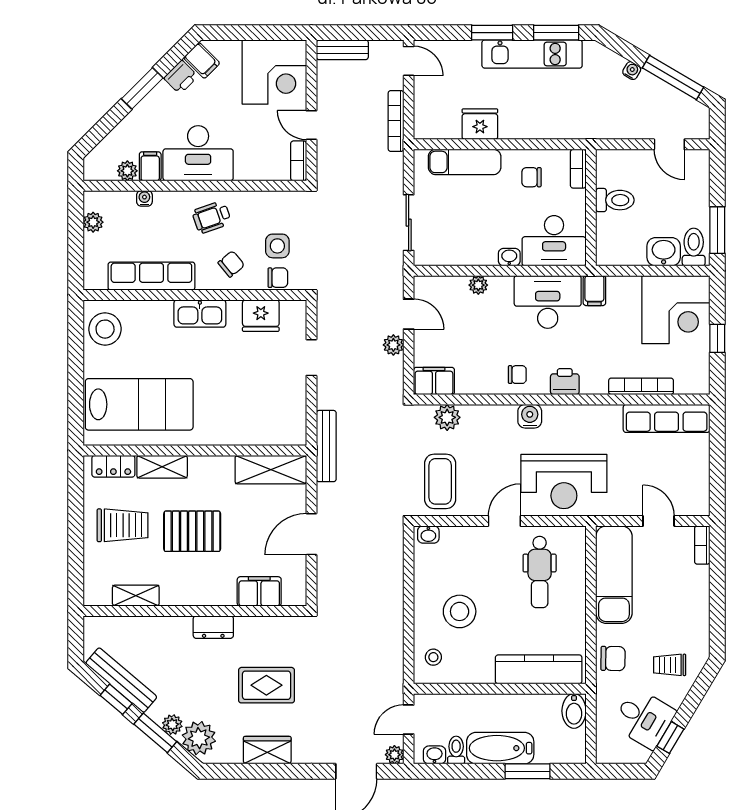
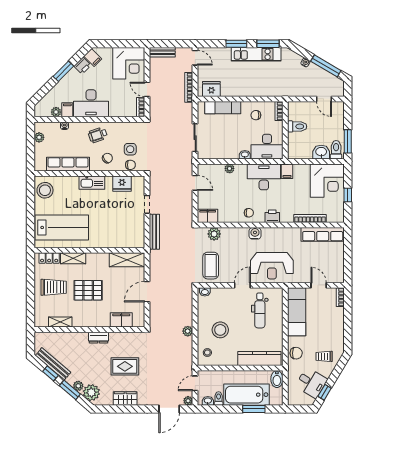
fridge: (480, 124) -> (211, 89), moved
plant: (393, 345) -> (188, 331), moved
bench: (326, 446) -> (154, 232), moved
bathtub: (500, 748) -> (246, 395), width x1.36, depth x1.36

